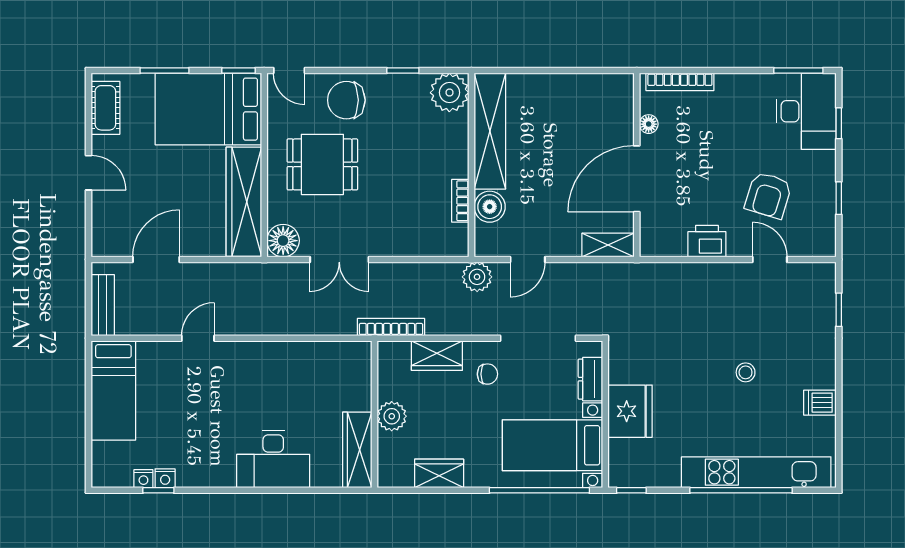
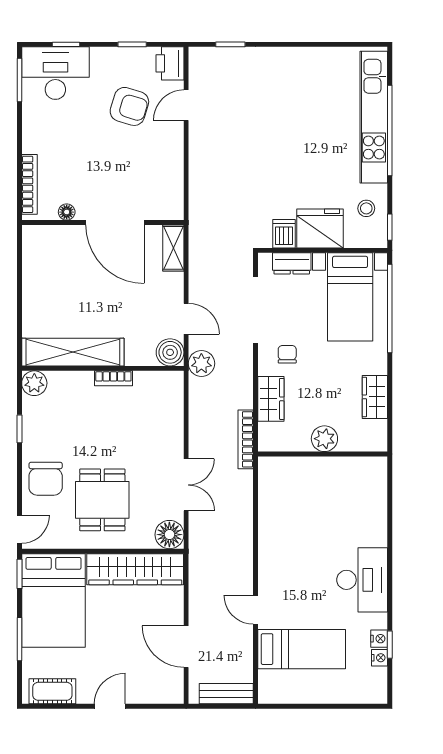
plant: (449, 93) -> (34, 383), width x0.73, depth x0.73
bookcase: (460, 201) -> (113, 378), moved
boiler: (490, 207) -> (170, 352), moved
printer: (707, 241) -> (170, 63), moved
stool: (746, 372) -> (366, 208), moved
bed: (113, 390) -> (302, 649), moved
dishwasher: (820, 403) -> (284, 234), moved, turned 180
wardrobe: (357, 450) -> (354, 469), removed
desk: (273, 459) -> (362, 580), moved

